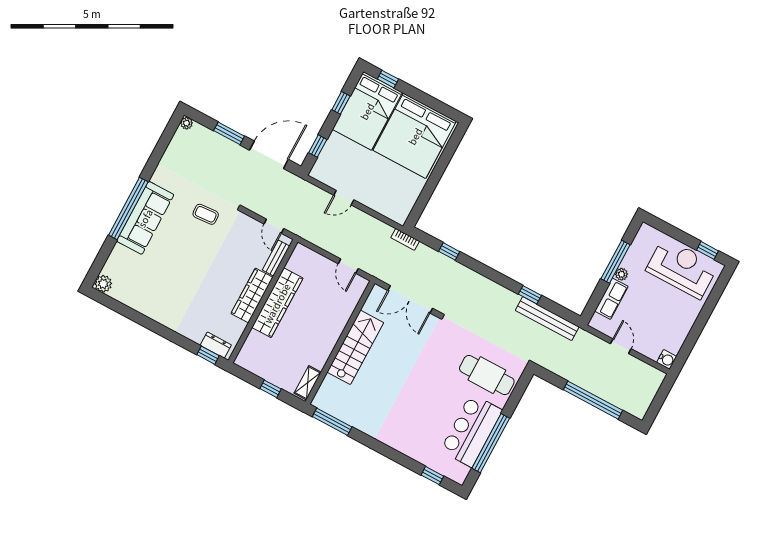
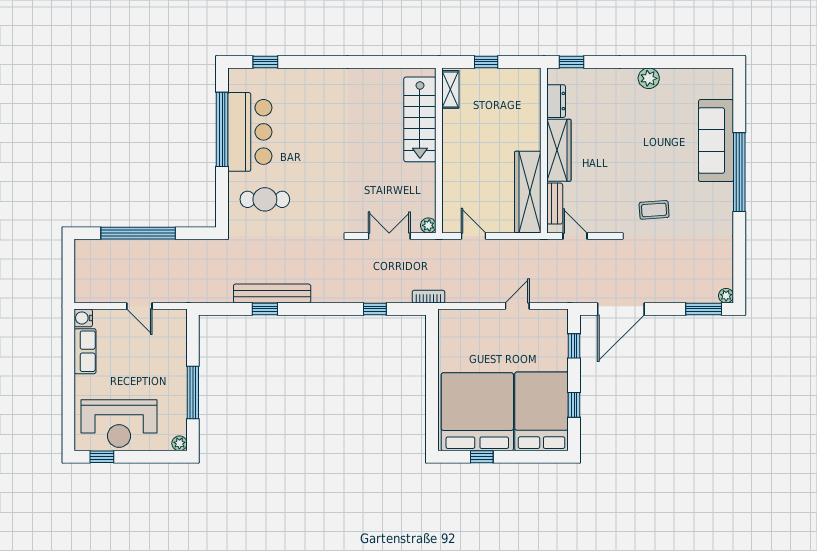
window: (388, 79) -> (482, 457), moved
window: (229, 133) -> (704, 309), moved
sofa: (145, 218) -> (716, 141), moved
plant: (622, 274) -> (179, 443), moved
plant: (103, 284) -> (649, 78), moved
plant: (377, 292) -> (428, 225), added
double door: (410, 299) -> (389, 236), width x0.73
row of seats: (611, 299) -> (85, 351), moved, turned 180
wardrobe: (277, 303) -> (528, 192), moved
bench: (547, 319) -> (272, 294), moved
dresser: (216, 345) -> (556, 101), moved, turned -90
stairs: (355, 347) -> (420, 119), moved
cafe table: (487, 375) -> (265, 199), width x0.73, depth x0.74
window: (332, 422) -> (402, 62), removed

